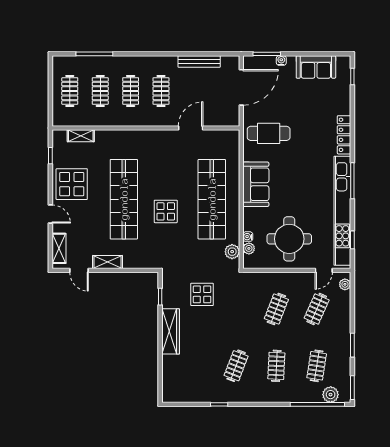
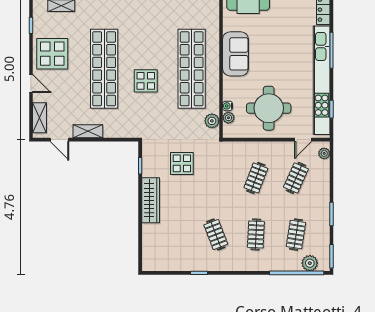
clothes rail: (236, 366) -> (216, 235), turned -42

